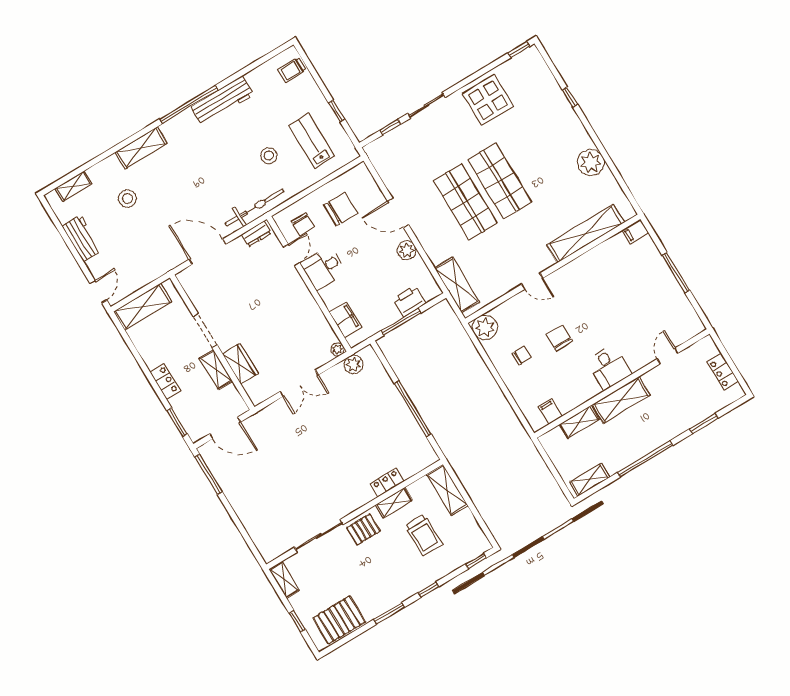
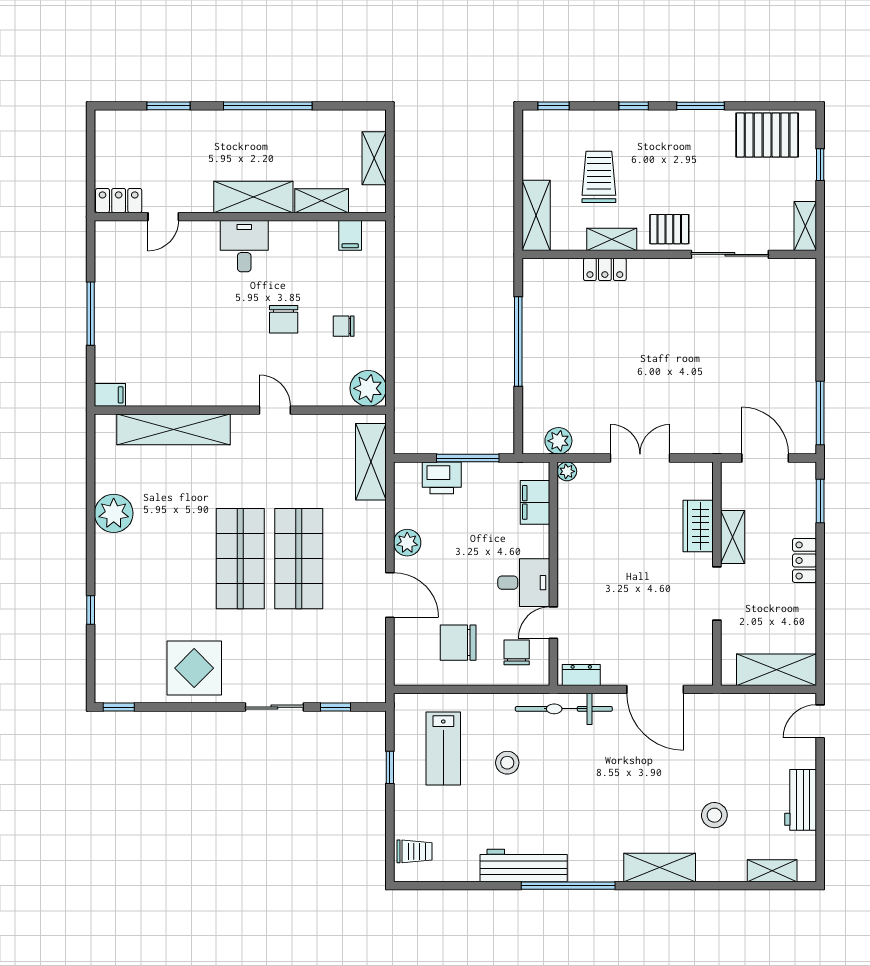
locker: (723, 372) -> (119, 201), moved, turned -90
shelving: (590, 480) -> (374, 158), moved, turned 90

